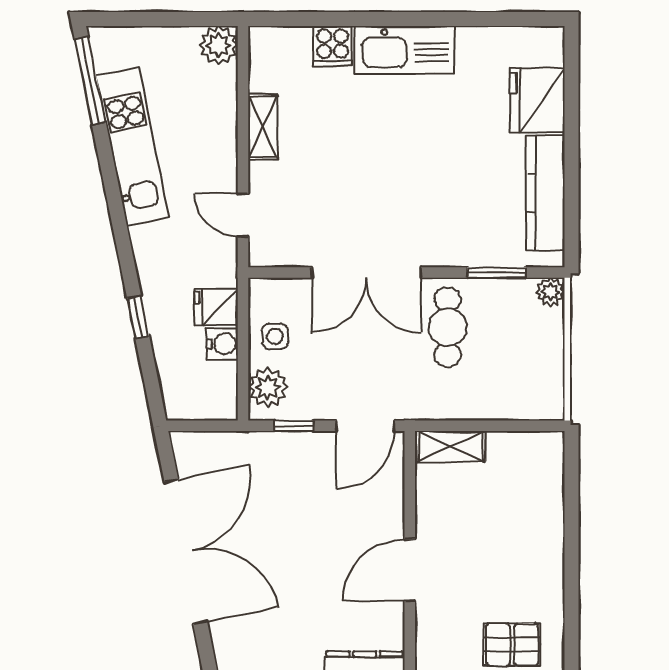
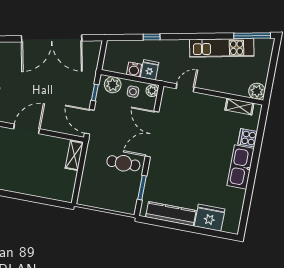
shelving: (263, 127) -> (239, 107), moved
plant: (550, 292) -> (152, 91), moved
door: (410, 570) -> (27, 129), hinge flipped

